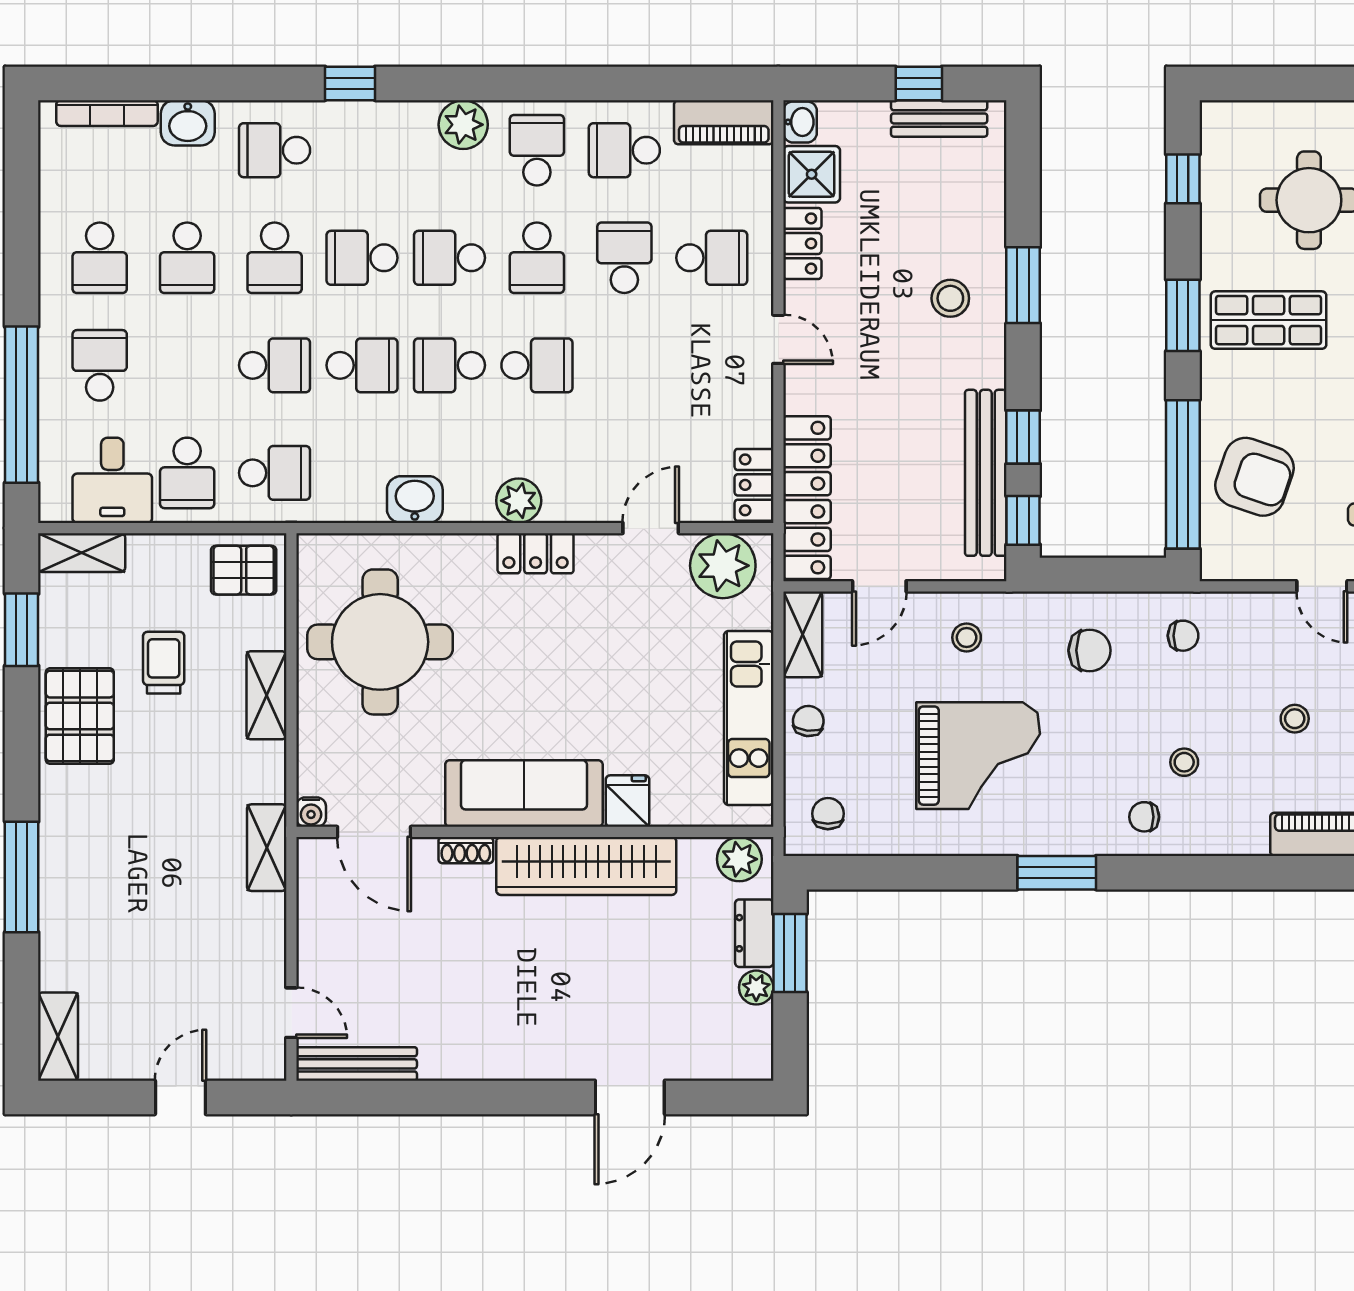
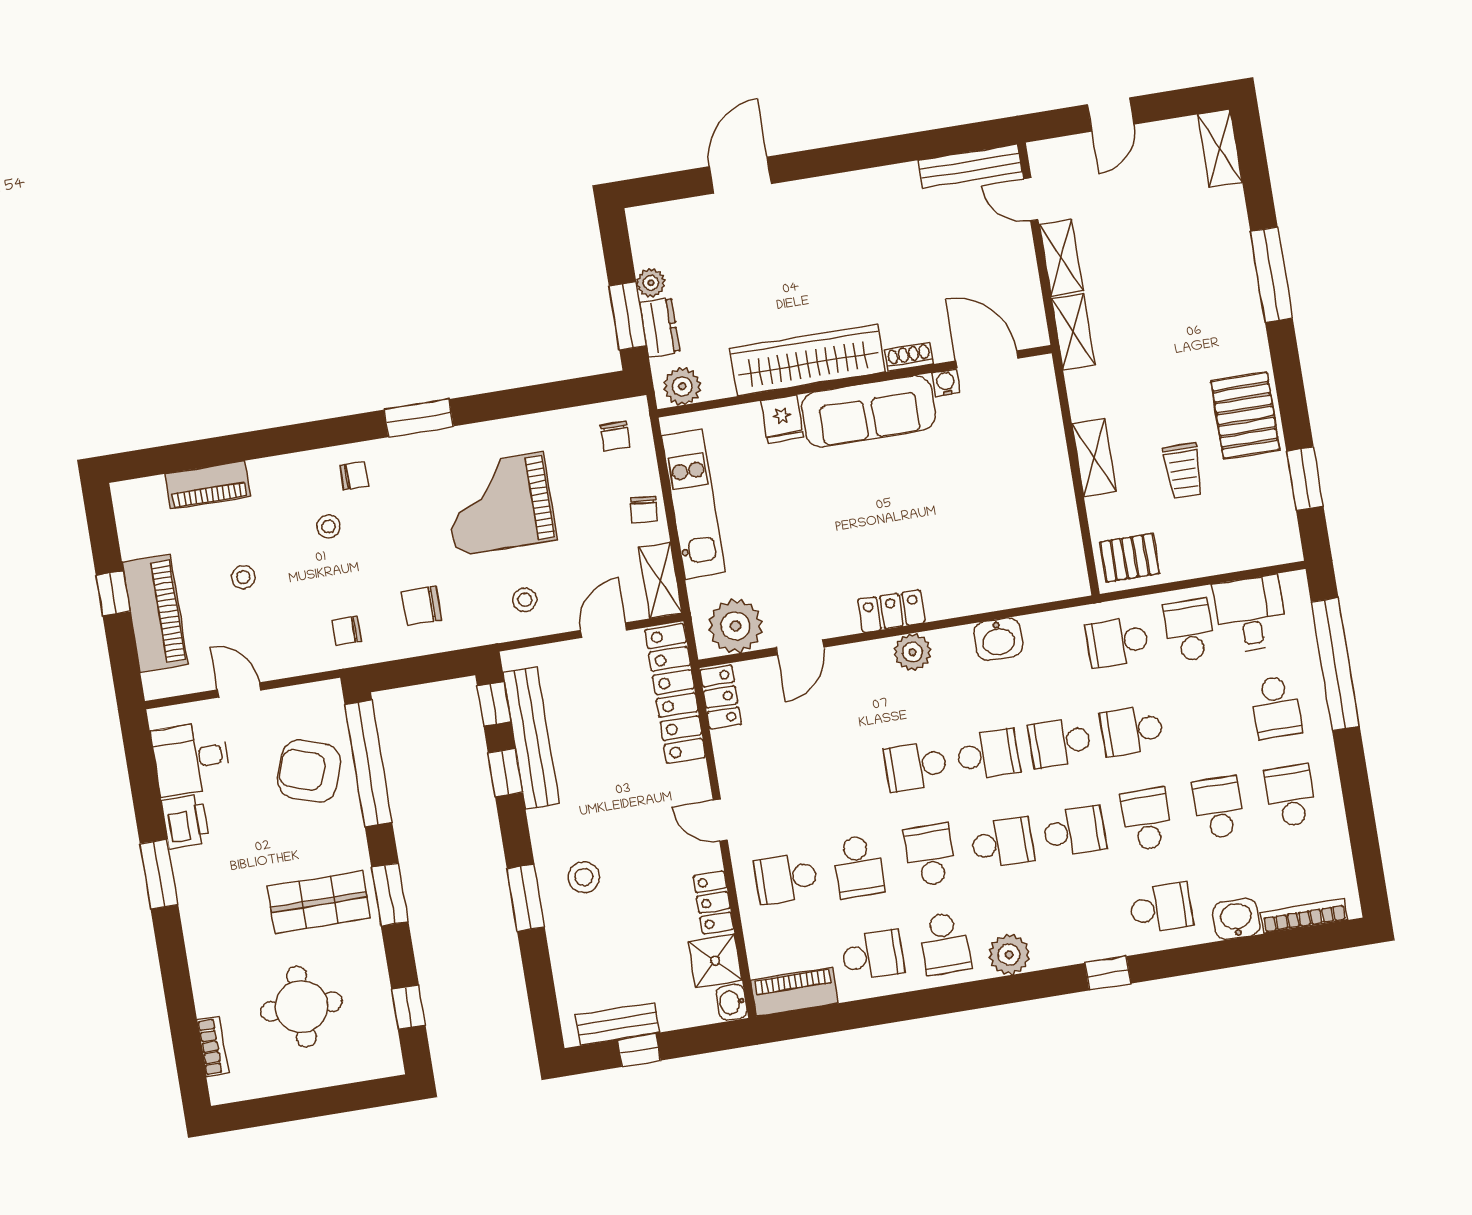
shelving: (82, 553) -> (1061, 258), moved, turned 90
round table: (380, 642) -> (1008, 517), removed
water cooler: (311, 812) -> (946, 383), moved

